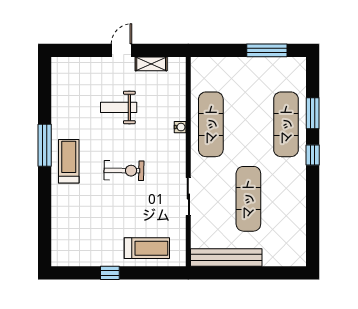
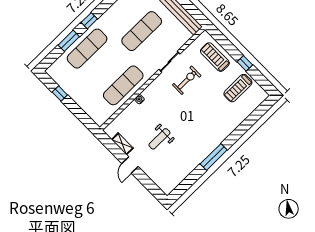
door: (121, 50) -> (130, 165), hinge flipped
window: (267, 50) -> (60, 94), width x0.46
weight bench: (119, 107) -> (159, 139), turned 90
treadmill: (69, 161) -> (238, 88), moved
exercise bike: (124, 170) -> (187, 80), moved, turned 89

